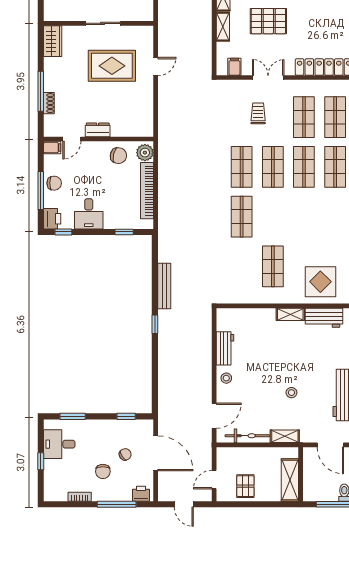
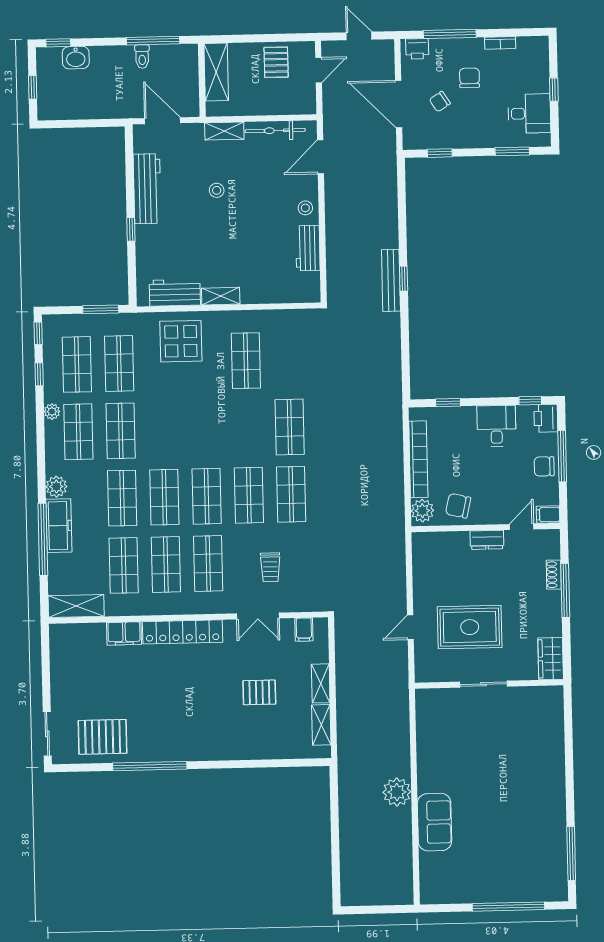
pallet: (268, 21) -> (259, 692), width x0.67, depth x0.71
bench: (164, 286) -> (391, 280), moved

